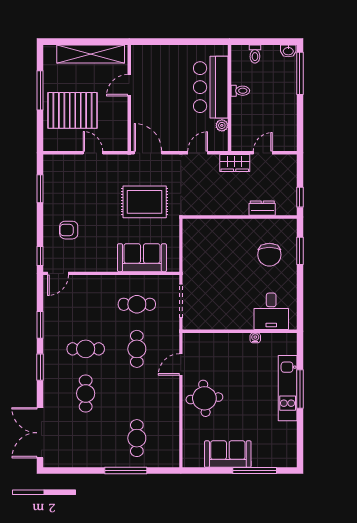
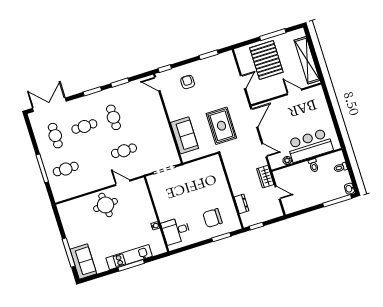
cafe table: (137, 304) -> (55, 136), moved
sofa: (228, 454) -> (83, 262), moved

